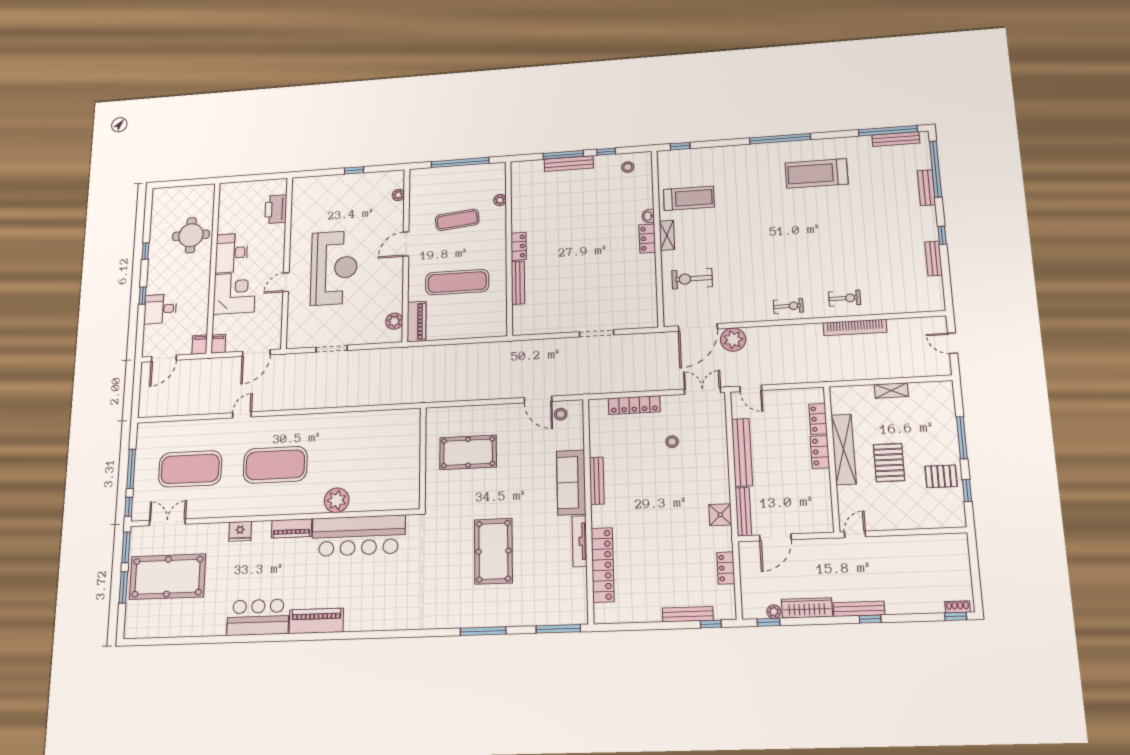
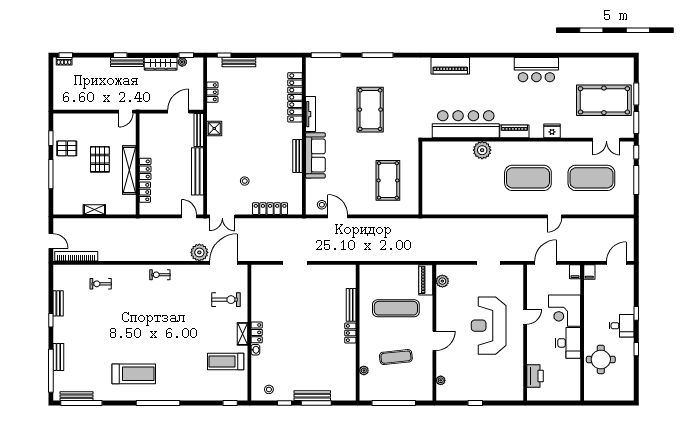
exercise bike: (845, 298) -> (101, 284), moved
desk: (160, 309) -> (622, 326), moved
bookcase: (855, 327) -> (76, 256), moved
pool table: (468, 452) -> (388, 180), turned 90
piano: (316, 621) -> (450, 66), moved

